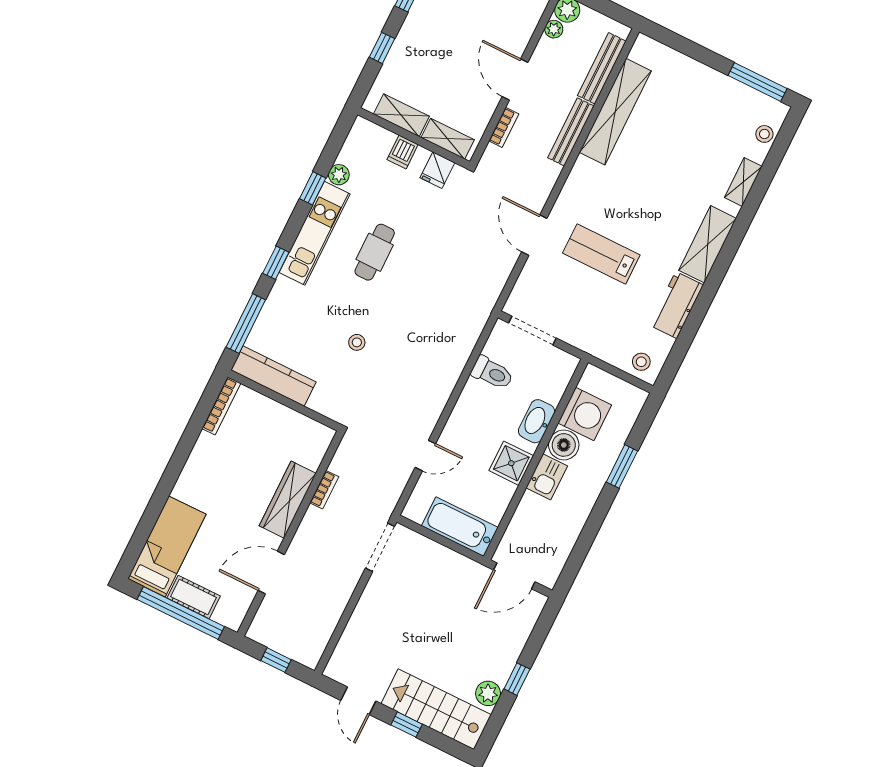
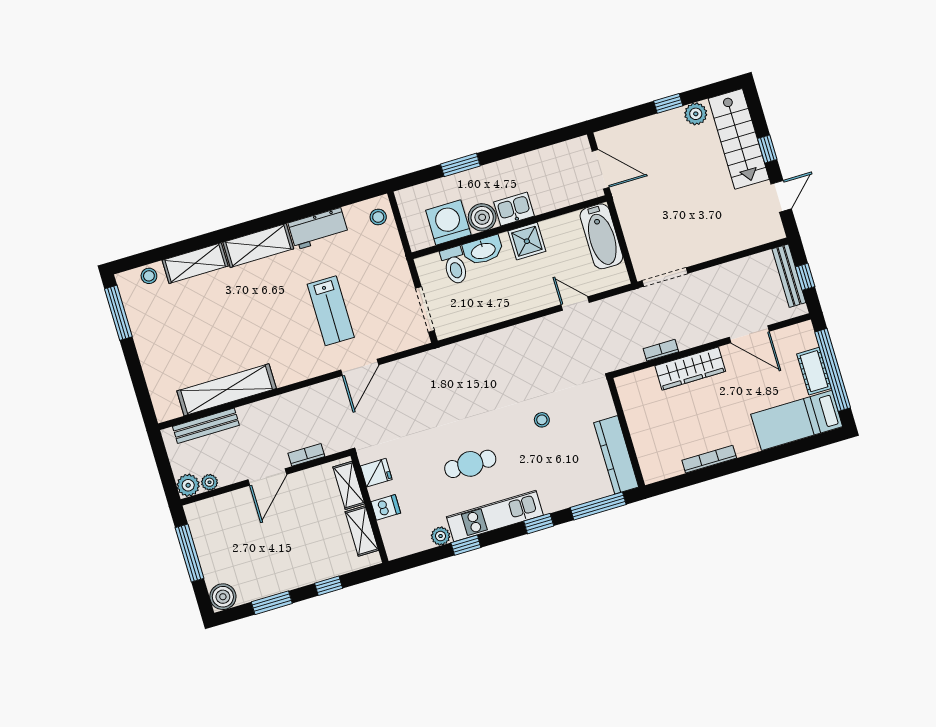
bench: (571, 132) -> (789, 276), moved, turned 90
shelving: (743, 182) -> (195, 263), width x1.50, depth x1.33
toilet: (492, 373) -> (455, 265), moved, turned 180
bookcase: (221, 406) -> (709, 459), moved

